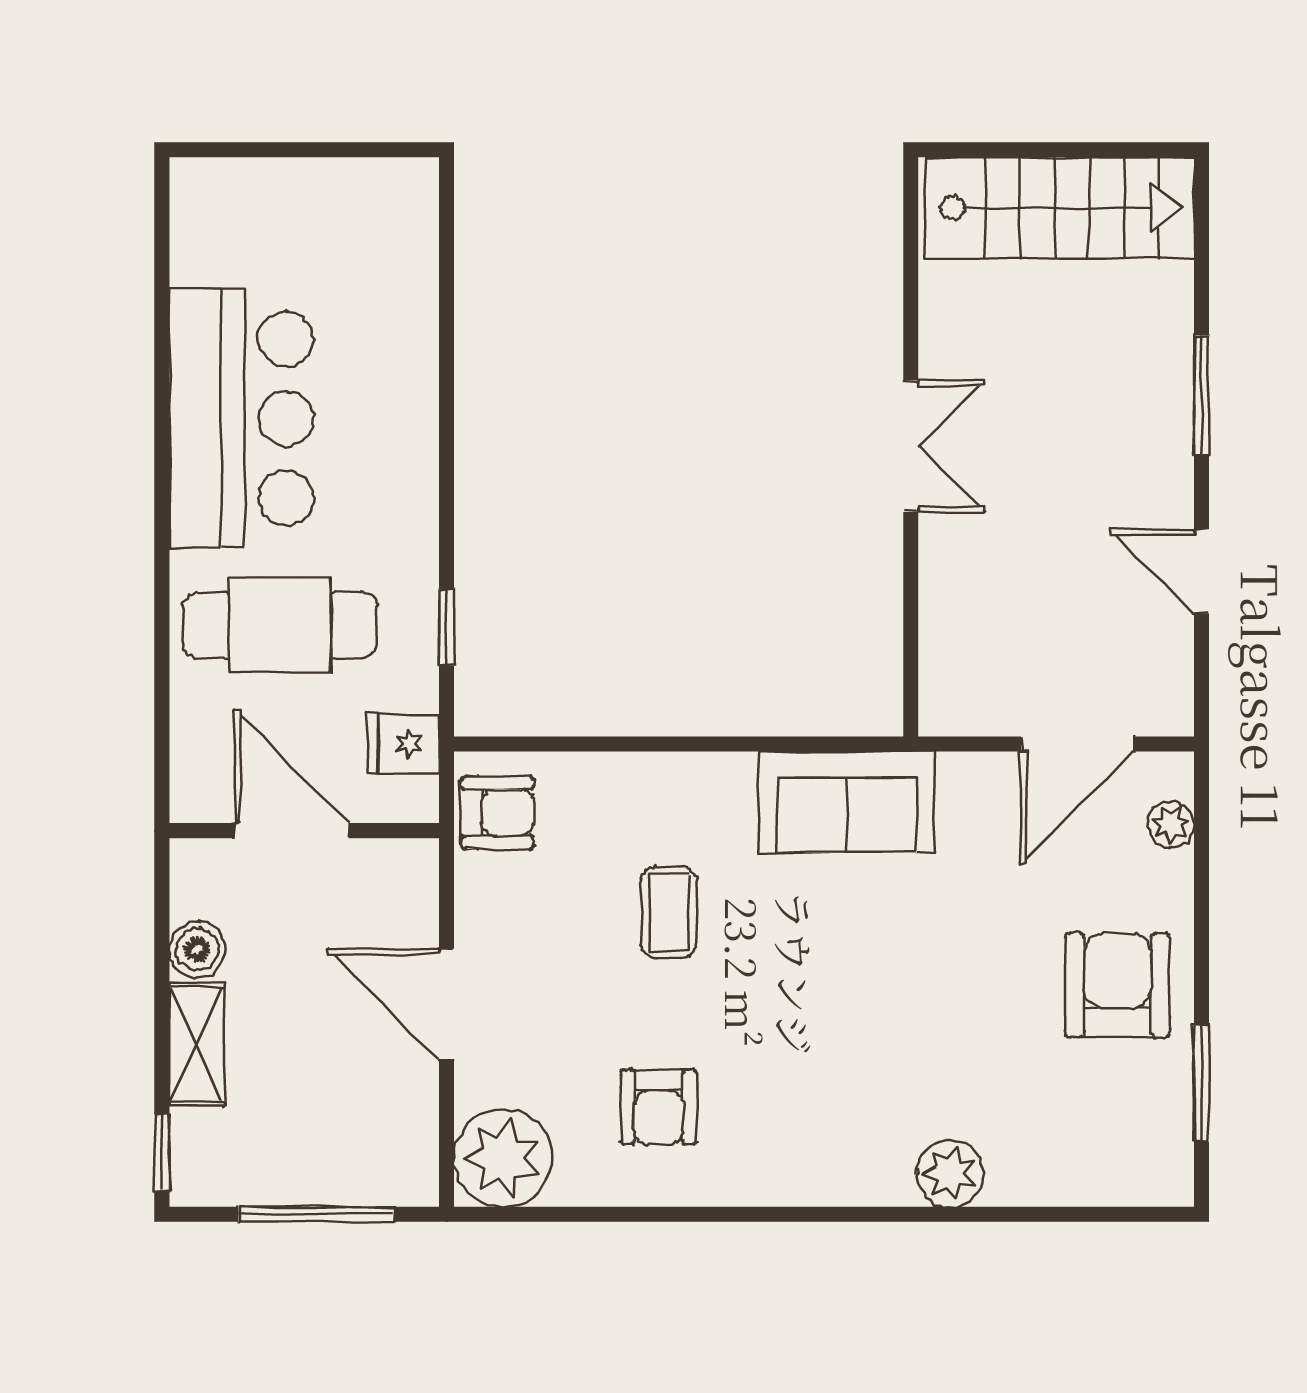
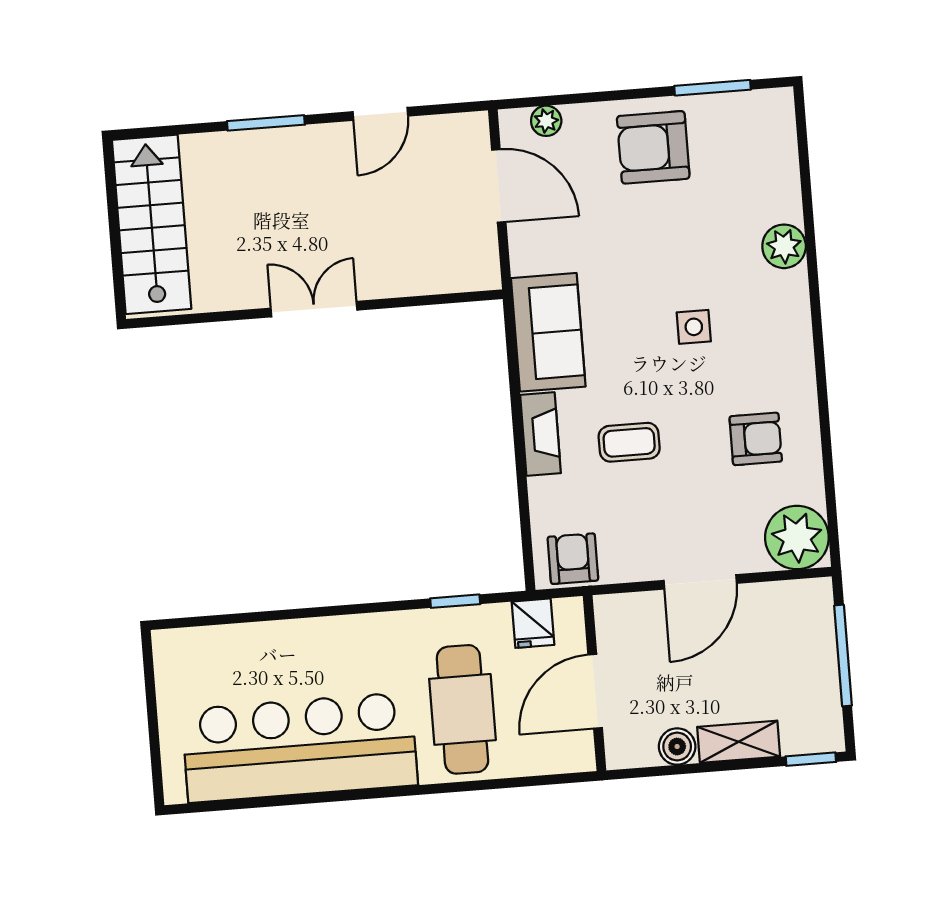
bar counter: (241, 419) -> (300, 747), width x1.36
fireplace: (692, 778) -> (541, 434), added
side table: (838, 1025) -> (694, 327), added

